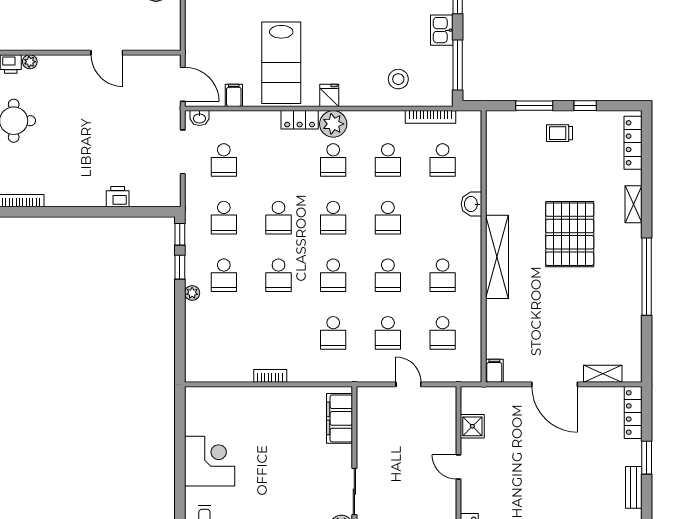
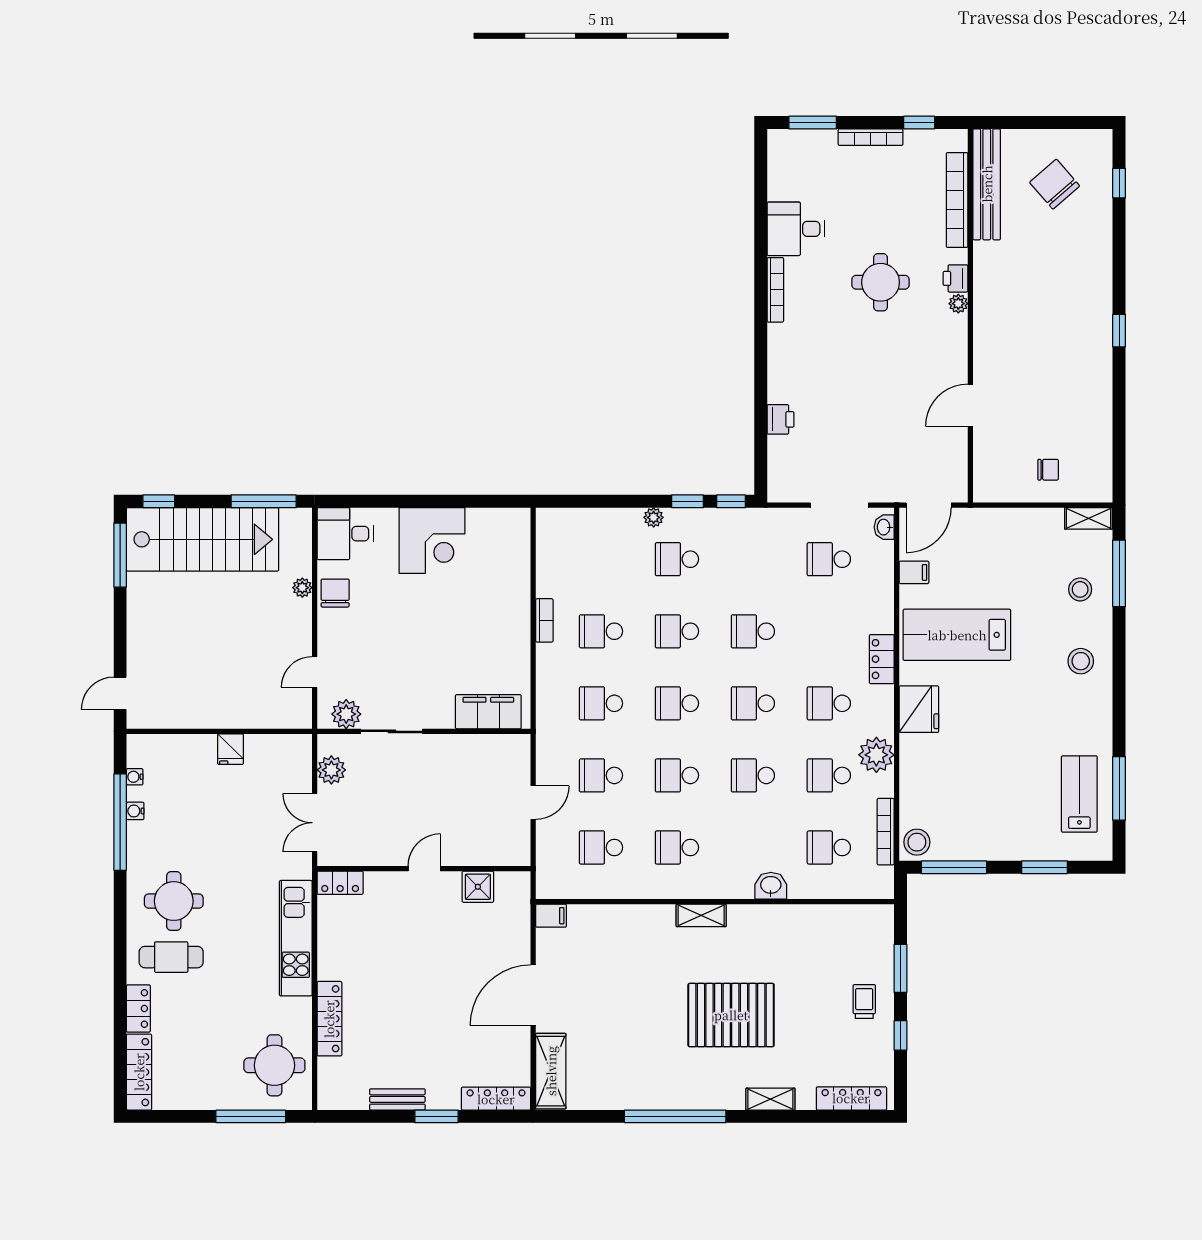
kitchen sink: (442, 30) -> (1000, 846), removed
stool: (398, 79) -> (917, 842), moved
fridge: (329, 95) -> (919, 709), width x1.88, depth x1.34
plant: (333, 124) -> (876, 755), moved
school desk: (224, 218) -> (601, 631), moved
shelving: (497, 257) -> (701, 915), width x0.45, depth x0.75
shelving: (603, 374) -> (551, 1071), width x1.50, depth x1.33

